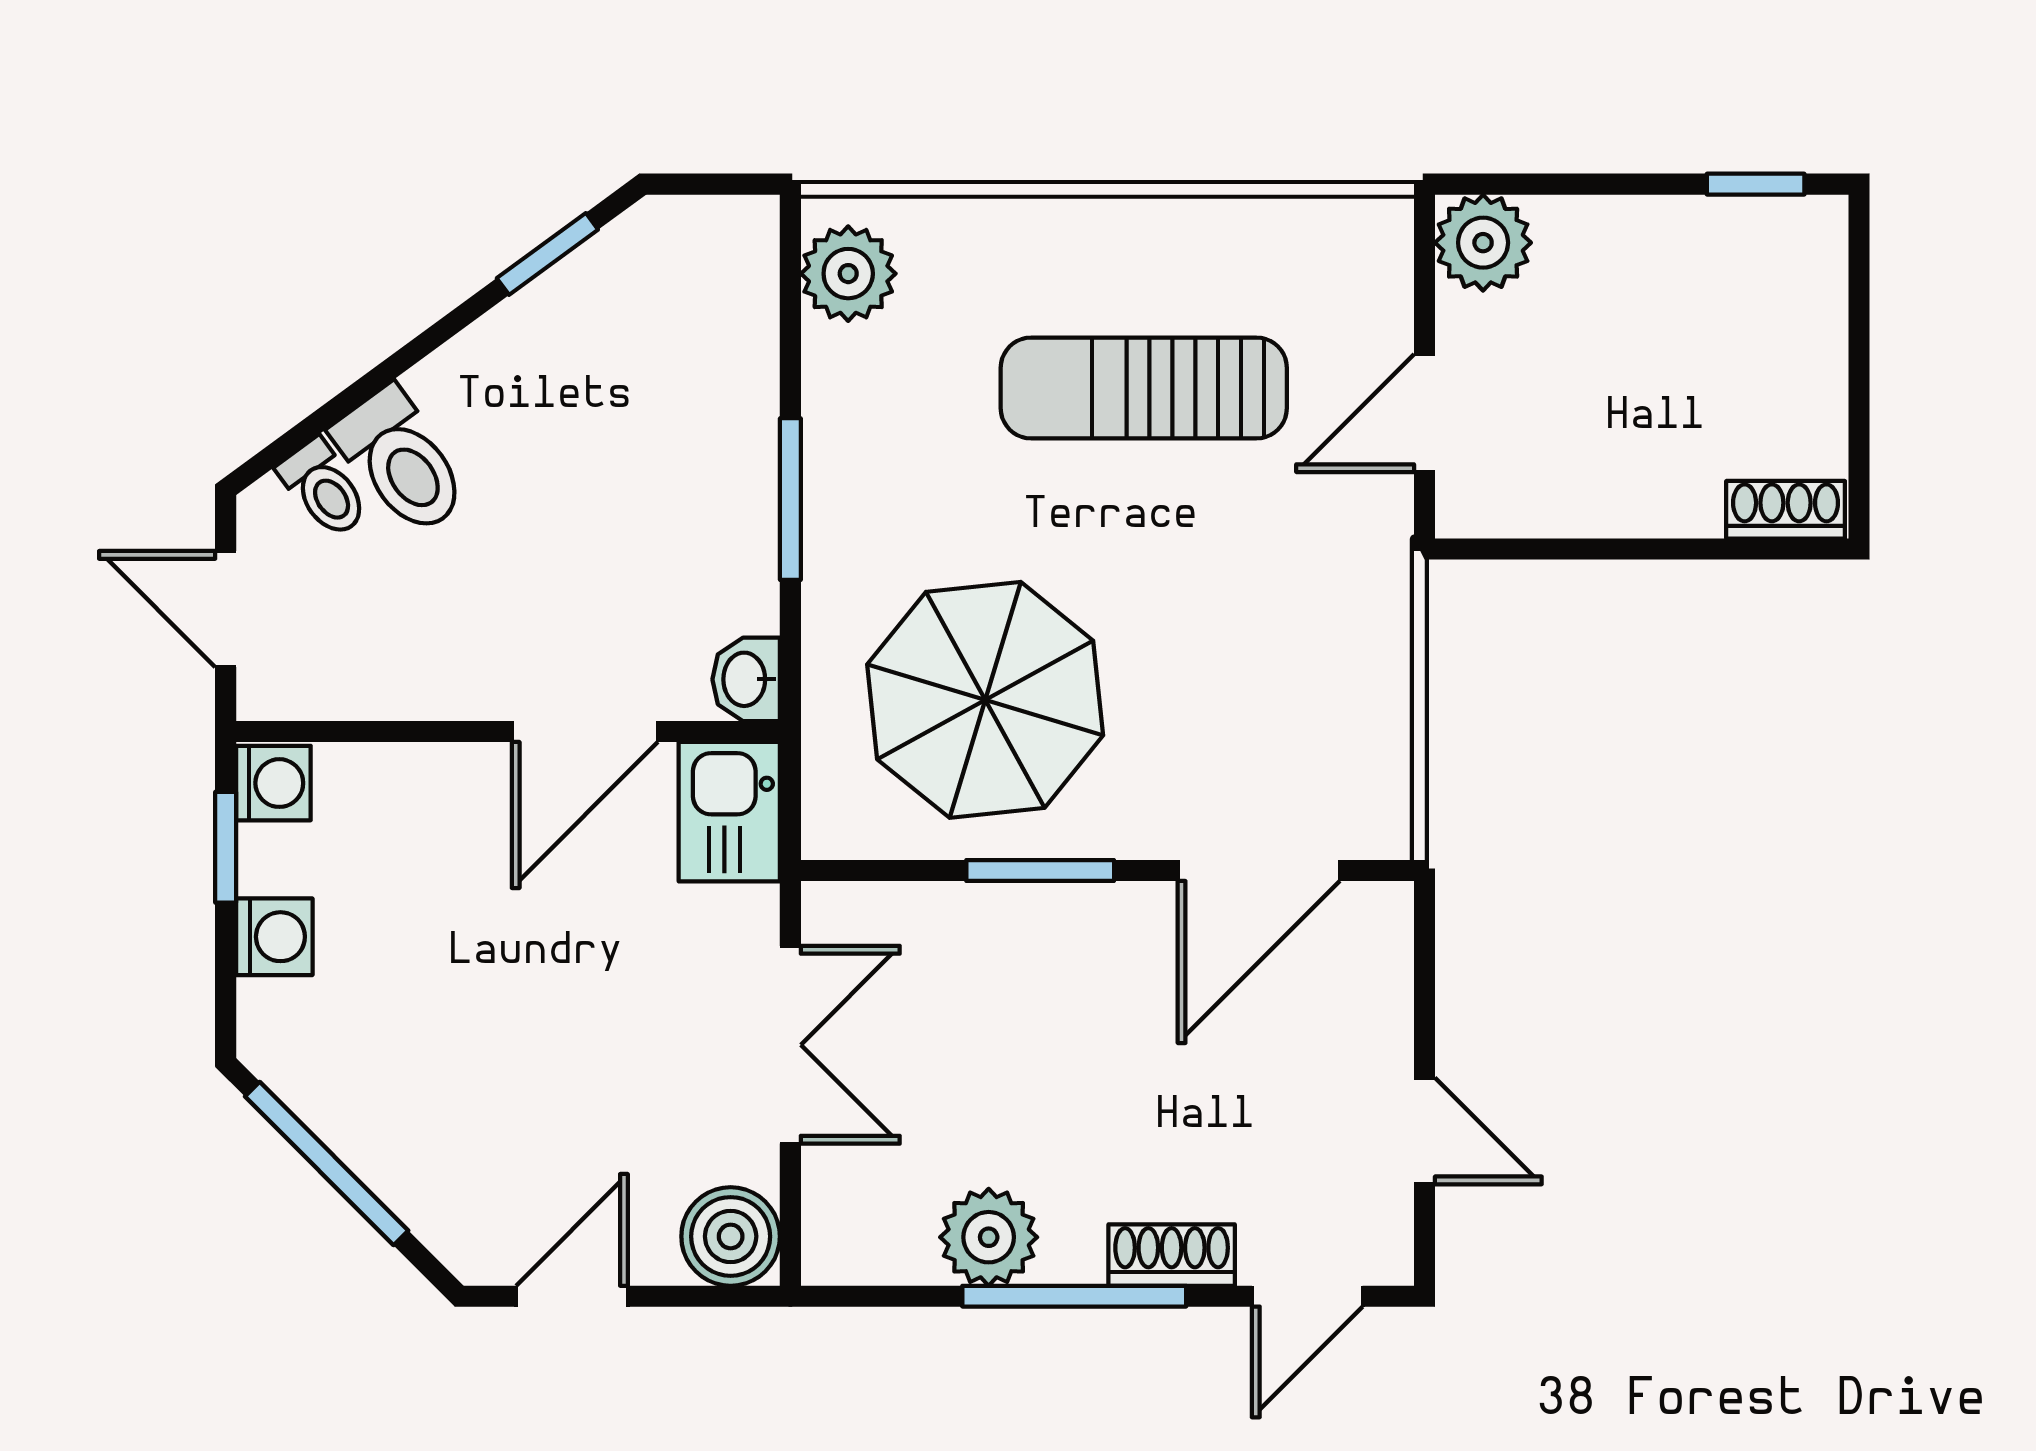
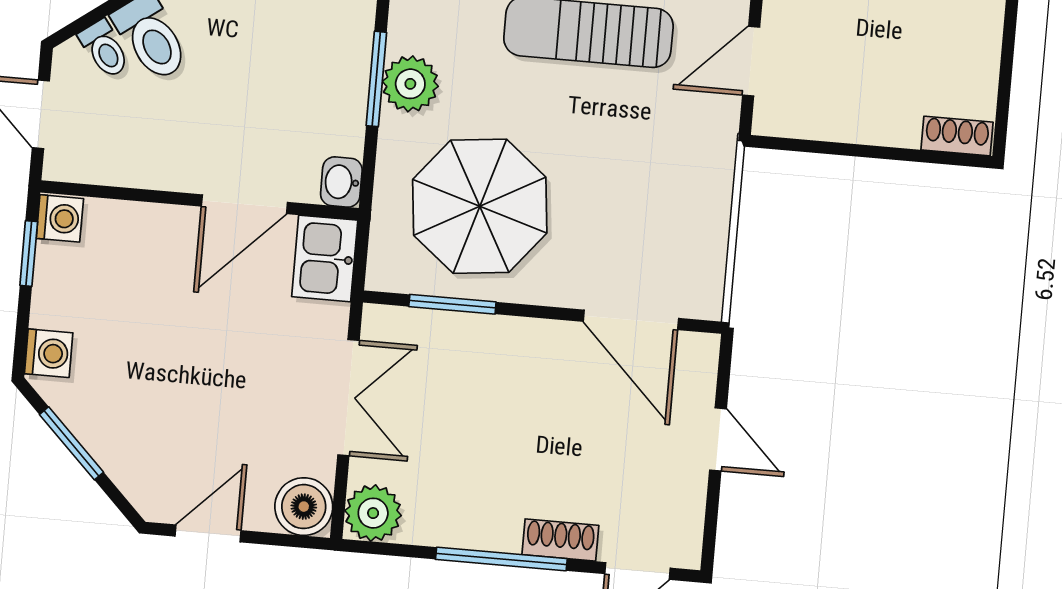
plant: (849, 502) -> (410, 84), added
window: (1040, 870) -> (452, 304), moved
door: (1259, 870) -> (631, 320), hinge flipped
washing machine: (274, 937) -> (49, 353), moved
door: (1425, 1131) -> (718, 439), moved
window: (327, 1164) -> (72, 443), width x0.69
plant: (989, 1237) -> (373, 513), moved

